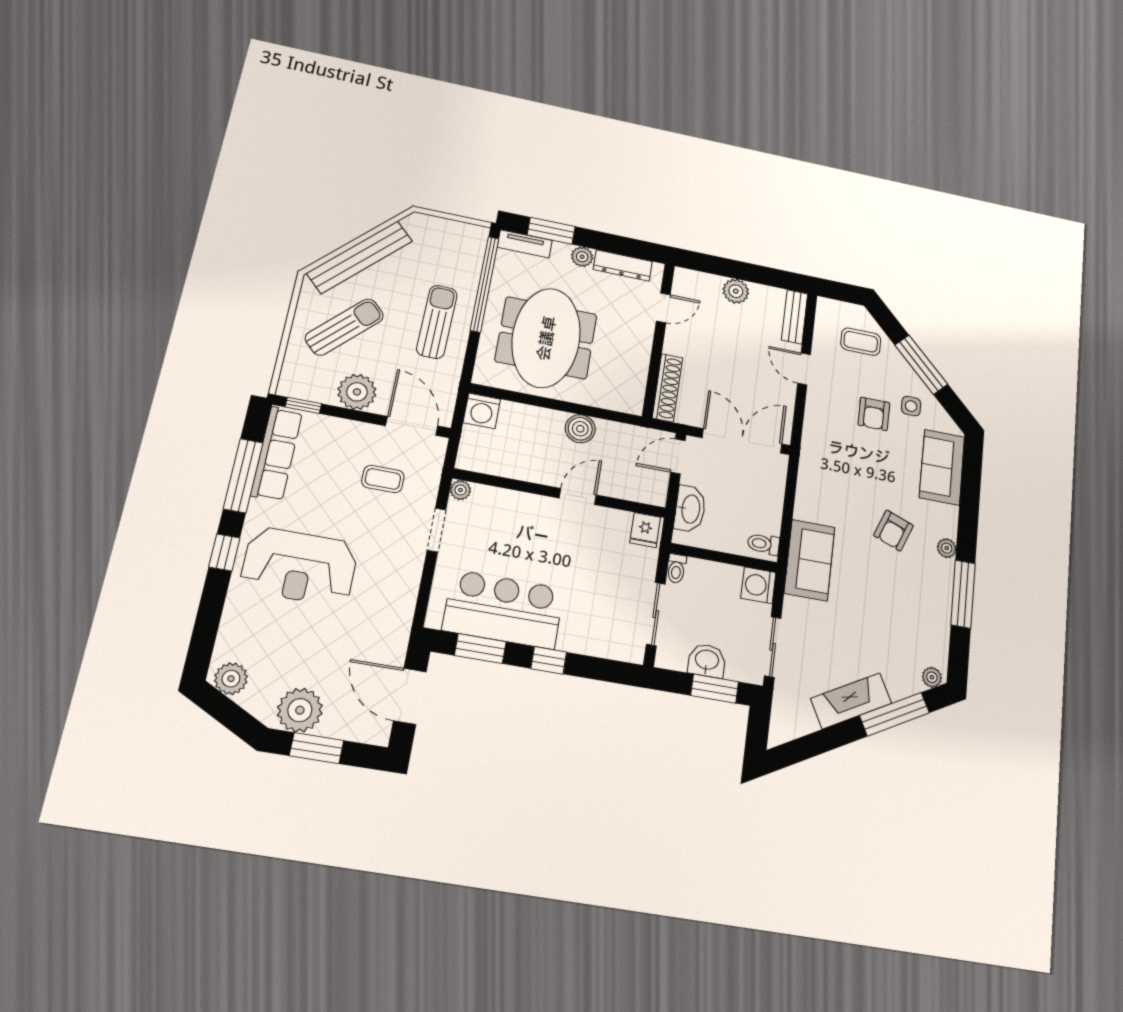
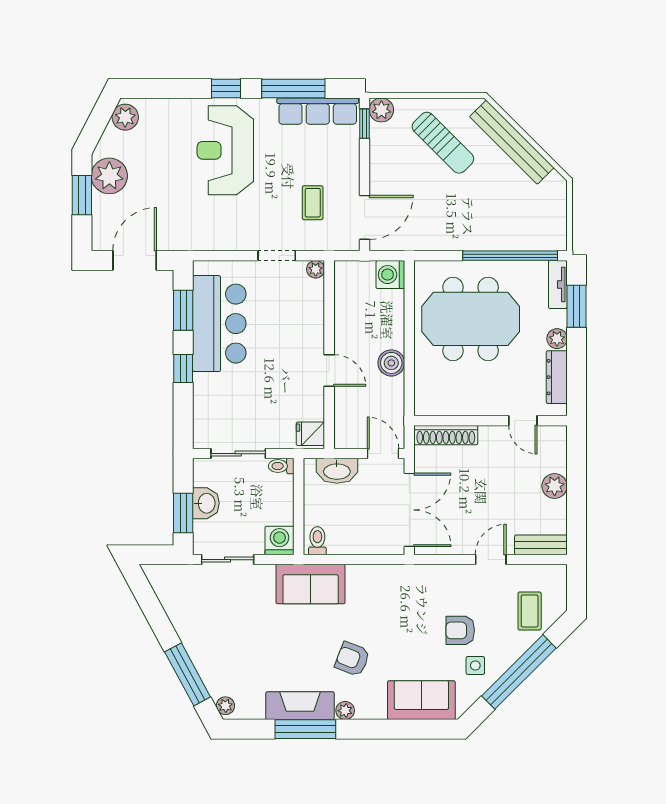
sun lounger: (437, 322) -> (465, 221), removed
window: (921, 365) -> (519, 672), width x1.46
plant: (357, 392) -> (381, 110), moved, width x0.73, depth x0.73
fireplace: (851, 701) -> (300, 706), moved, turned -62

